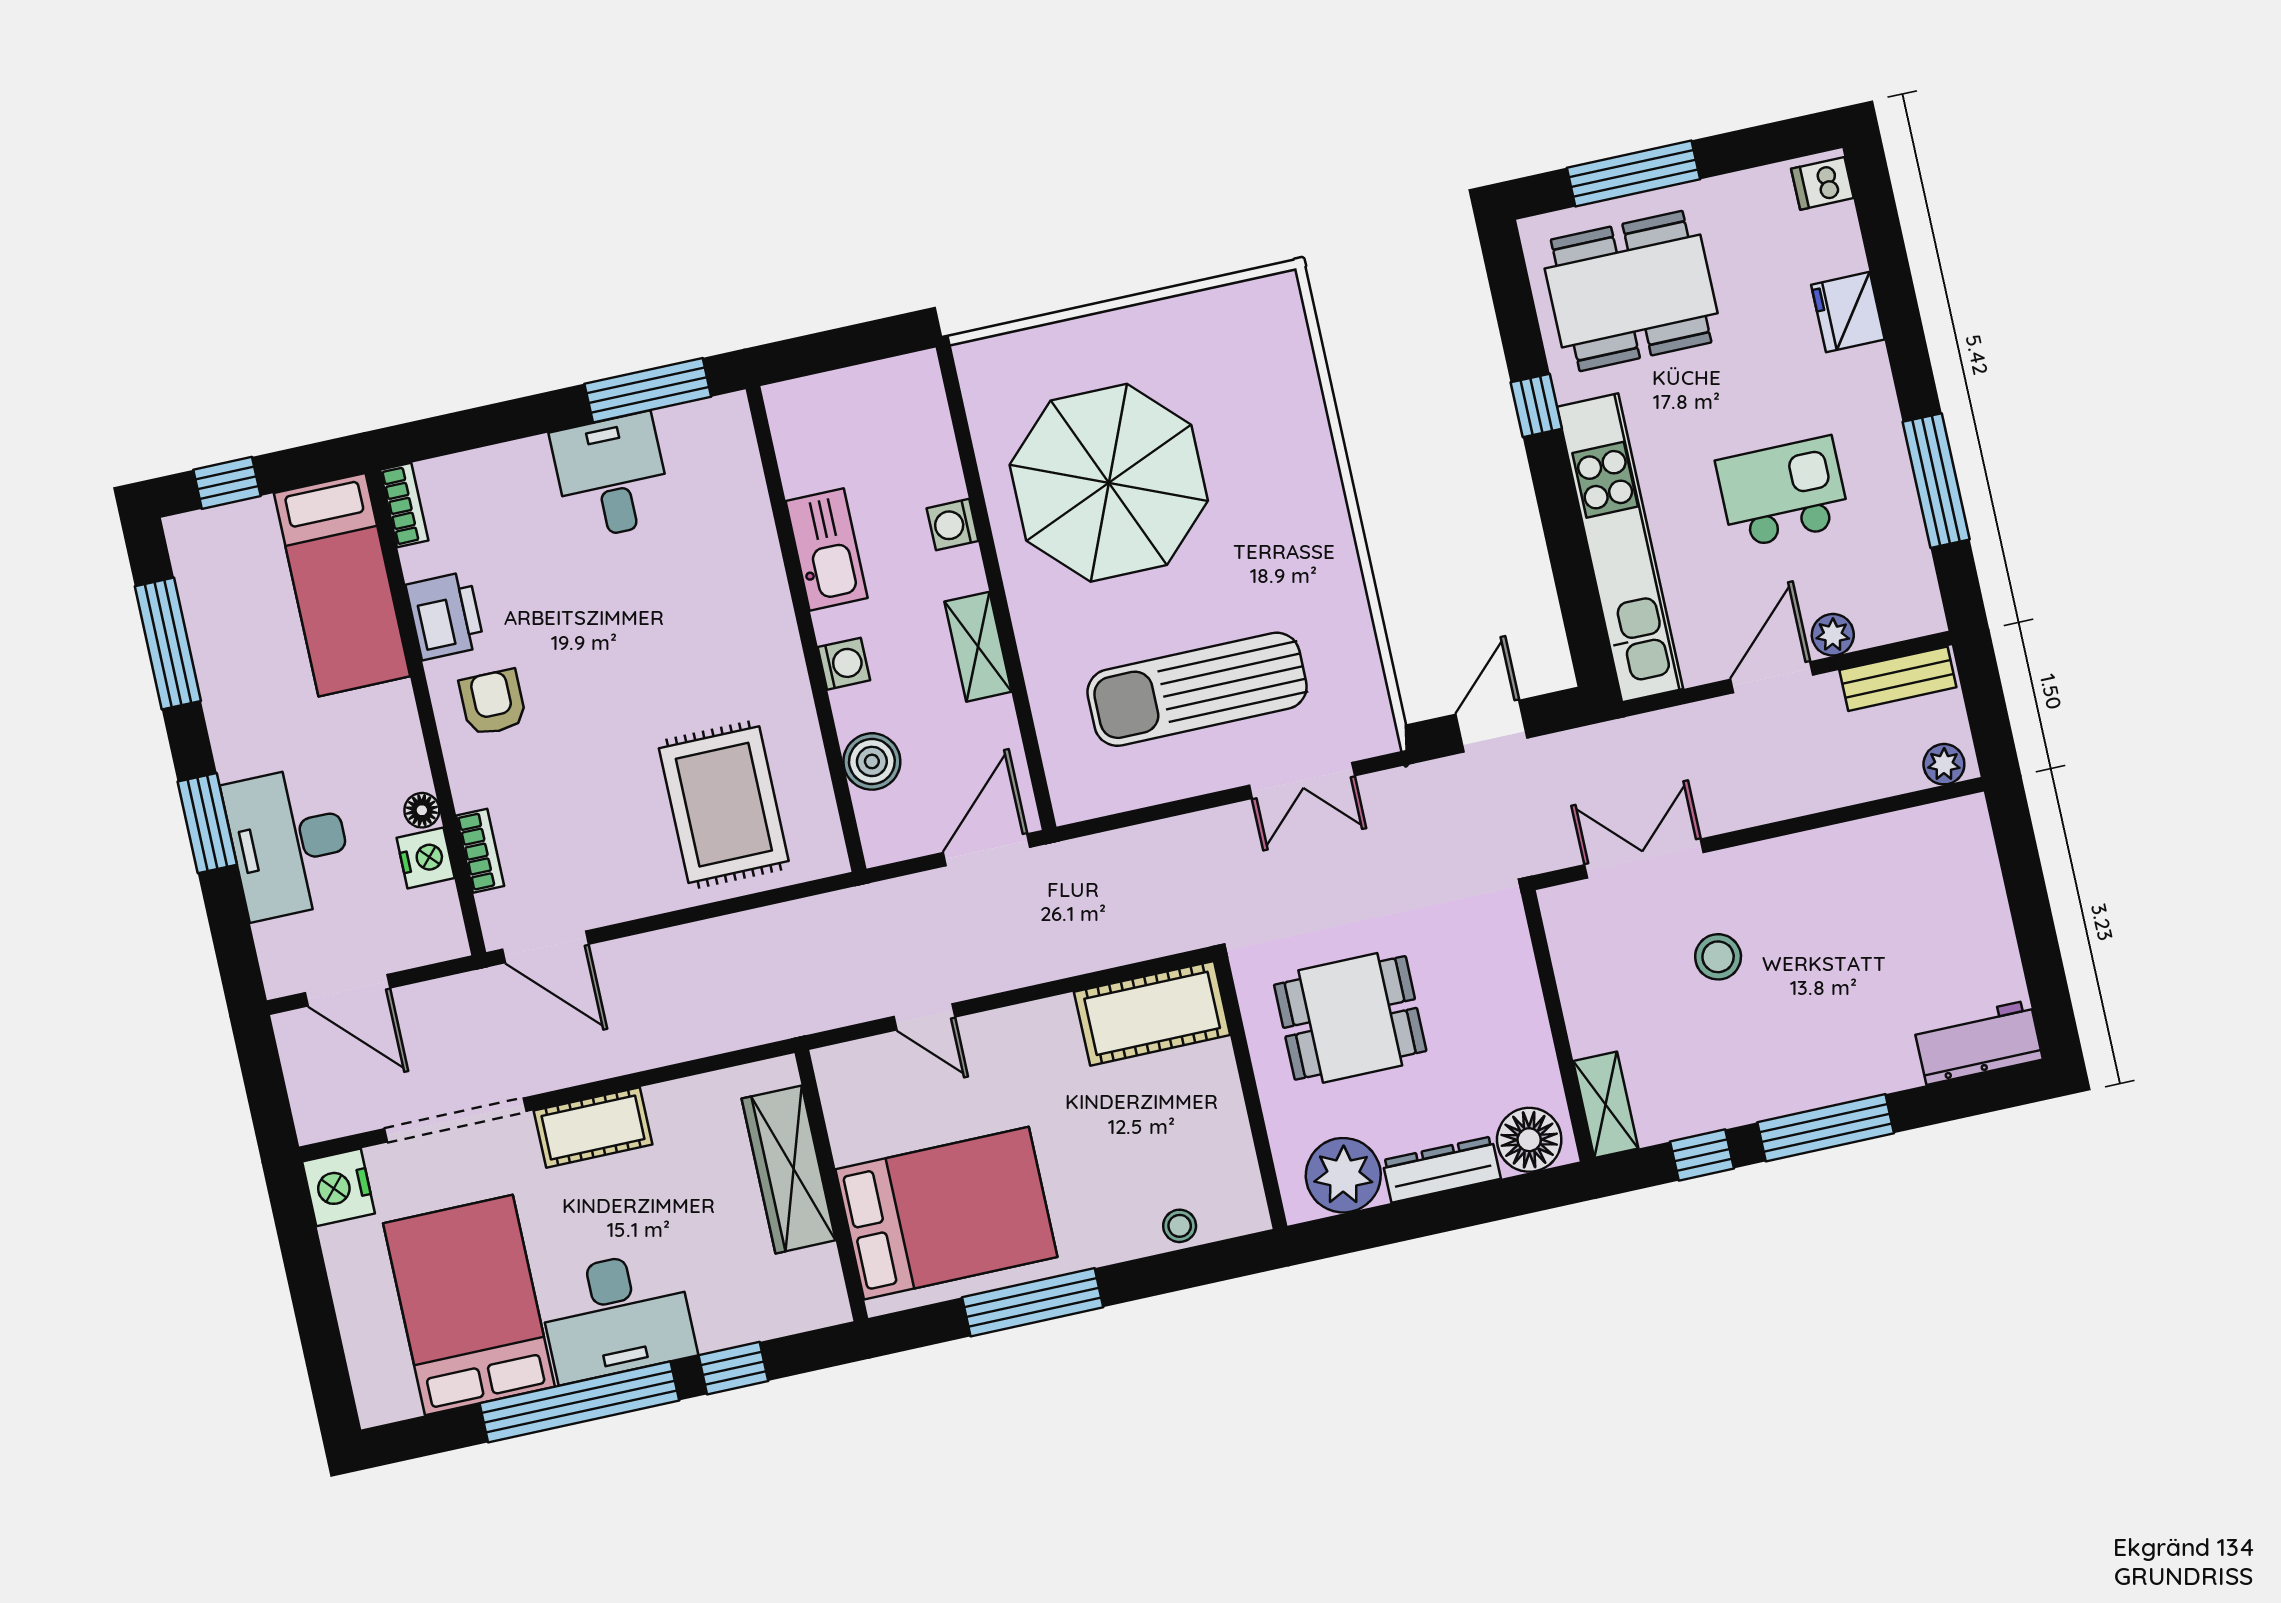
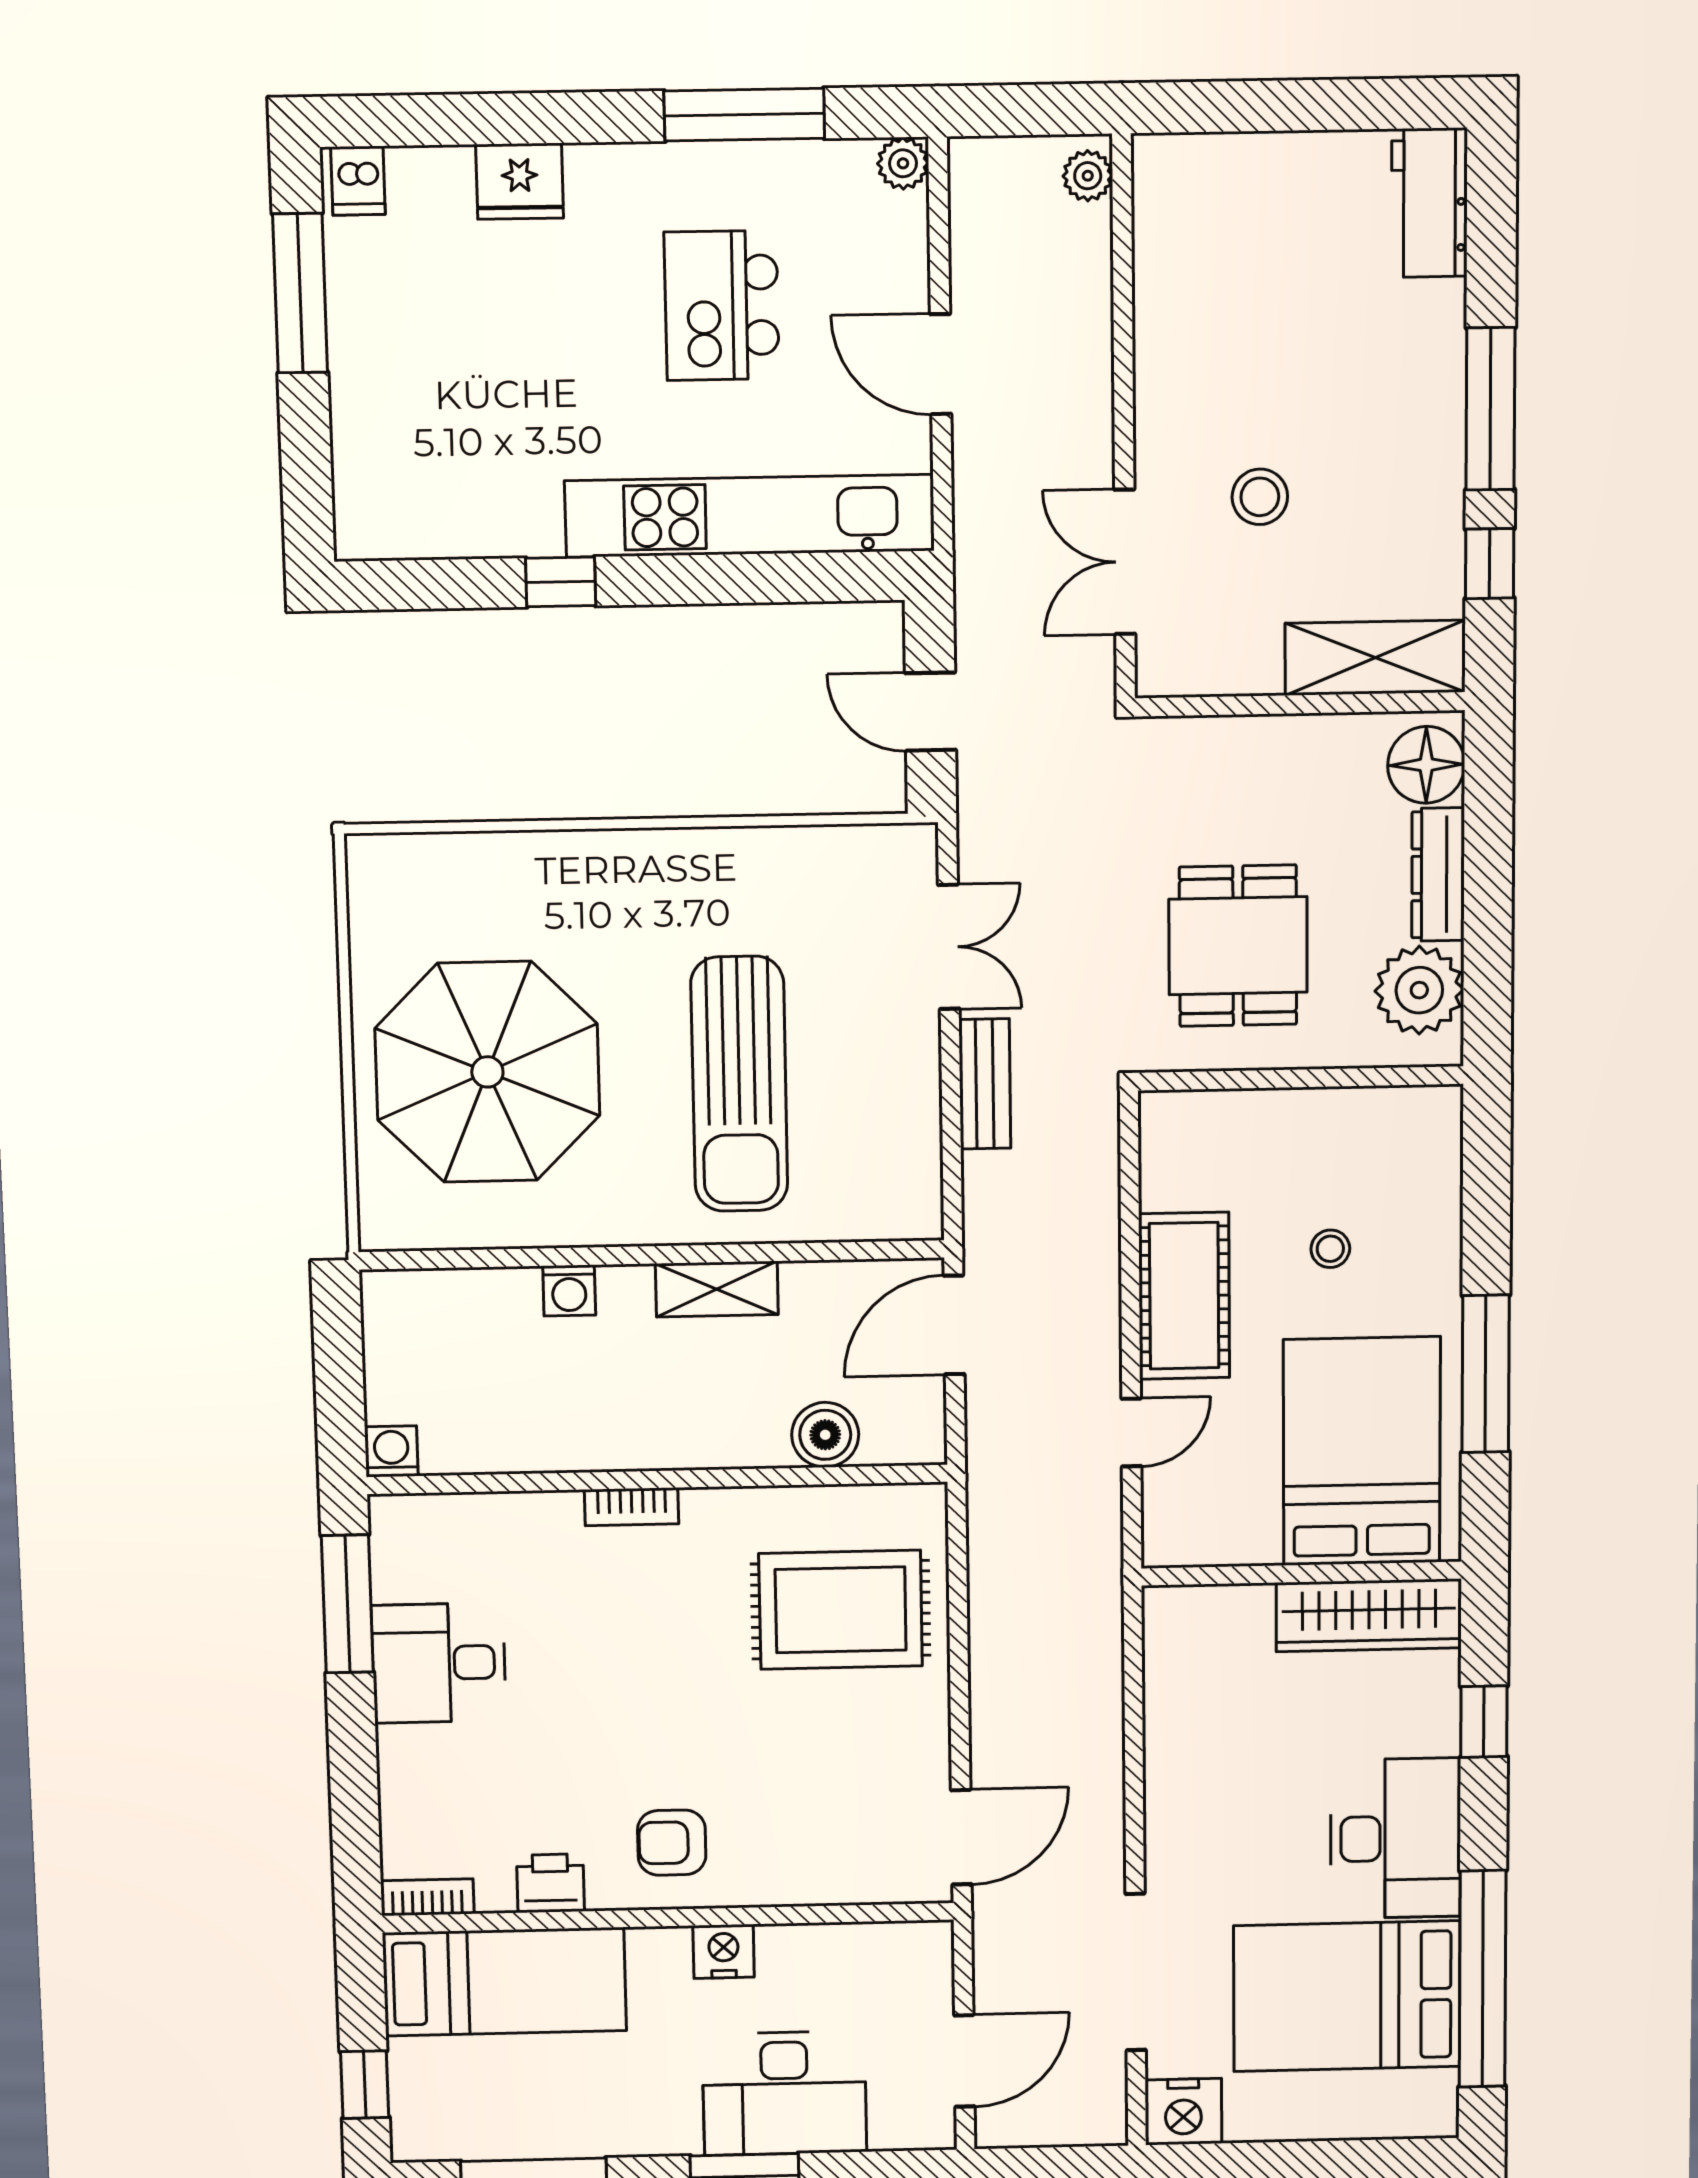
window: (1633, 174) -> (300, 293), moved
dining table: (1631, 291) -> (445, 440), removed
parasol: (1109, 483) -> (487, 1072), moved
kitchen sink: (827, 549) -> (570, 1439), removed
printer: (445, 616) -> (550, 1883), width x0.73, depth x0.81
plant: (1833, 635) -> (903, 163), moved
washing machine: (844, 664) -> (391, 1451), moved
bench: (1898, 679) -> (985, 1084), moved
sun lounger: (1197, 689) -> (739, 1084), moved
floor lamp: (422, 810) -> (778, 1943), removed
door: (987, 850) -> (954, 1325), hinge flipped
bookcase: (480, 851) -> (632, 1507), moved, turned 180
nightstand: (426, 858) -> (724, 1951), moved
cot: (1152, 1013) -> (1184, 1296), moved
shelving: (1606, 1105) -> (1375, 658), width x1.50, depth x1.33
cot: (593, 1128) -> (1177, 1824), removed
wardrobe: (789, 1169) -> (1369, 1615), moved
stool: (1180, 1226) -> (1330, 1249), moved
window: (579, 1402) -> (1483, 1979), moved

